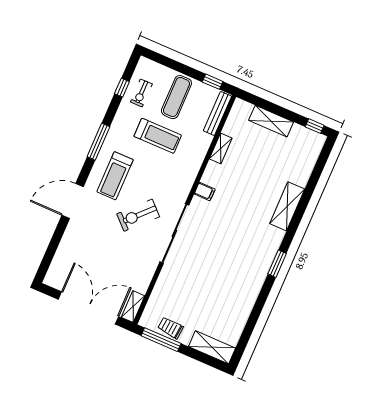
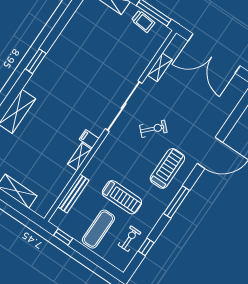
bench: (218, 113) -> (73, 194), moved
treadmill: (158, 136) -> (122, 197), turned 180
shelving: (221, 148) -> (80, 157), moved
exercise bike: (138, 215) -> (153, 129), width x0.73, depth x0.72
shelving: (133, 307) -> (160, 67), moved

